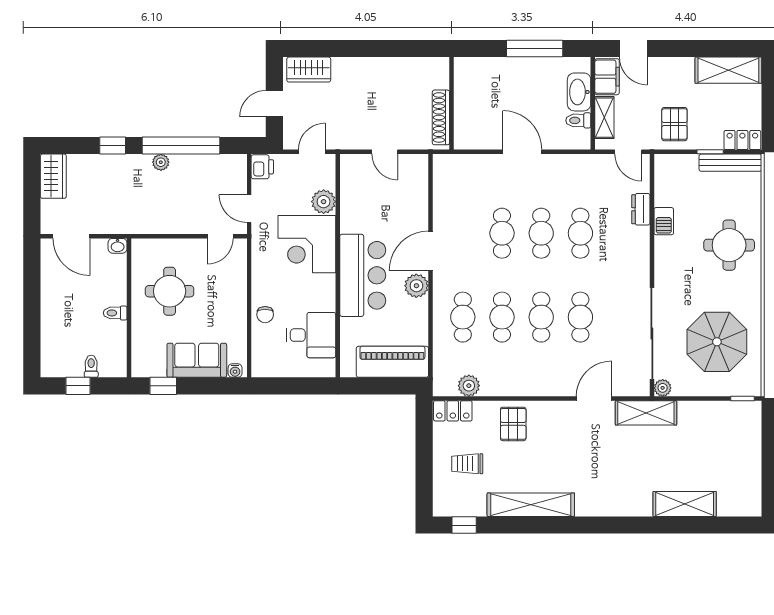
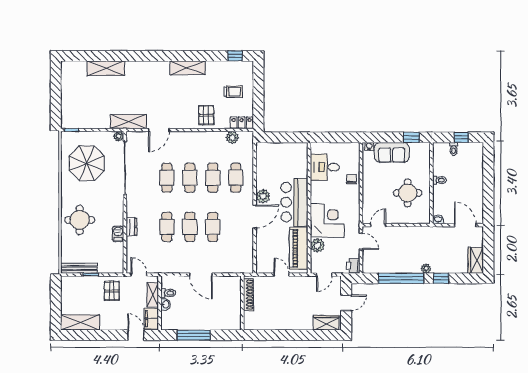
washbasin: (579, 92) -> (166, 304), width x0.52, depth x0.69
locker: (742, 140) -> (72, 282), removed
plant: (161, 162) -> (426, 268), moved
dresser: (641, 209) -> (131, 227), moved
piano: (392, 362) -> (299, 248), moved, turned 90
shelving: (531, 505) -> (188, 68), width x0.68

